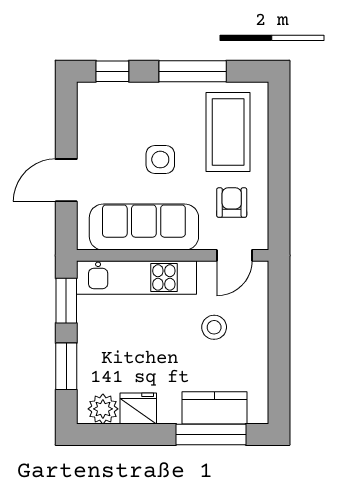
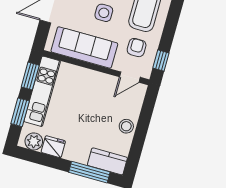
window: (279, 213) -> (161, 61), added
kitchen unit: (136, 277) -> (42, 91), moved, turned -90
stool: (214, 327) -> (126, 126), moved
kitchen counter: (215, 408) -> (107, 161), moved

